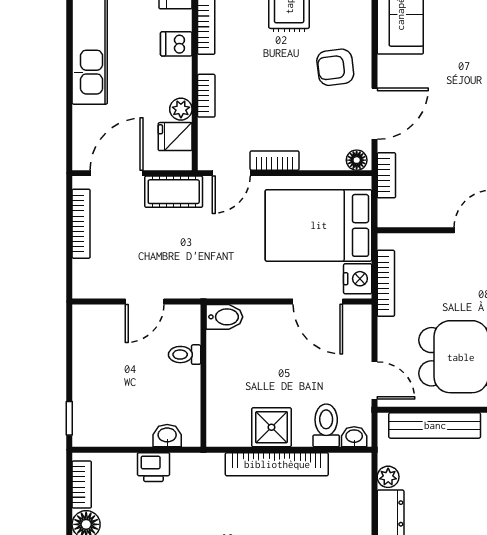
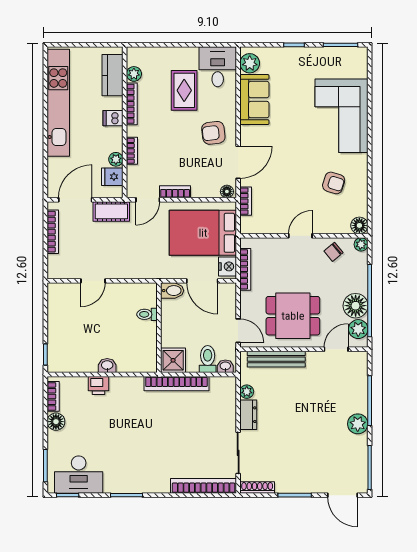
bidet: (224, 317) -> (172, 291), moved
toilet: (185, 355) -> (147, 314), moved
wall: (203, 376) -> (159, 328), moved

